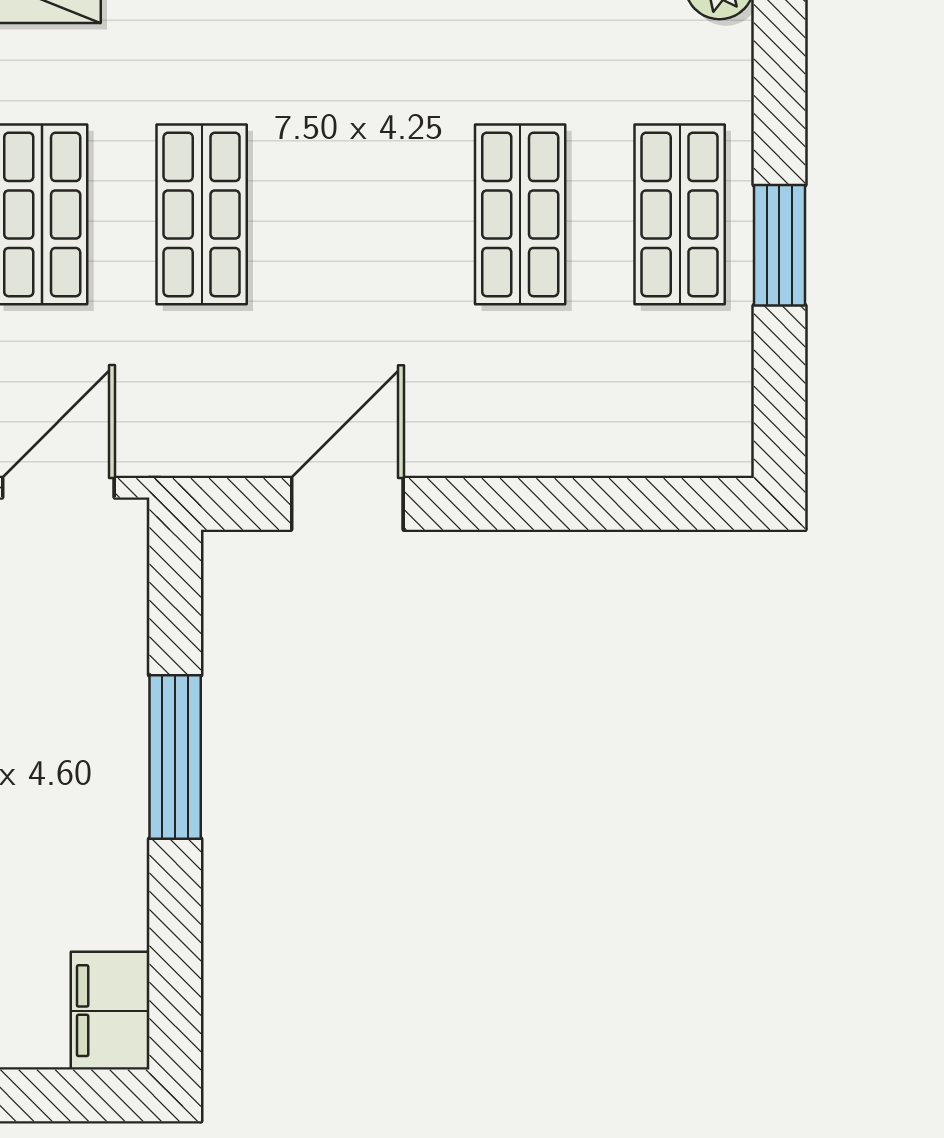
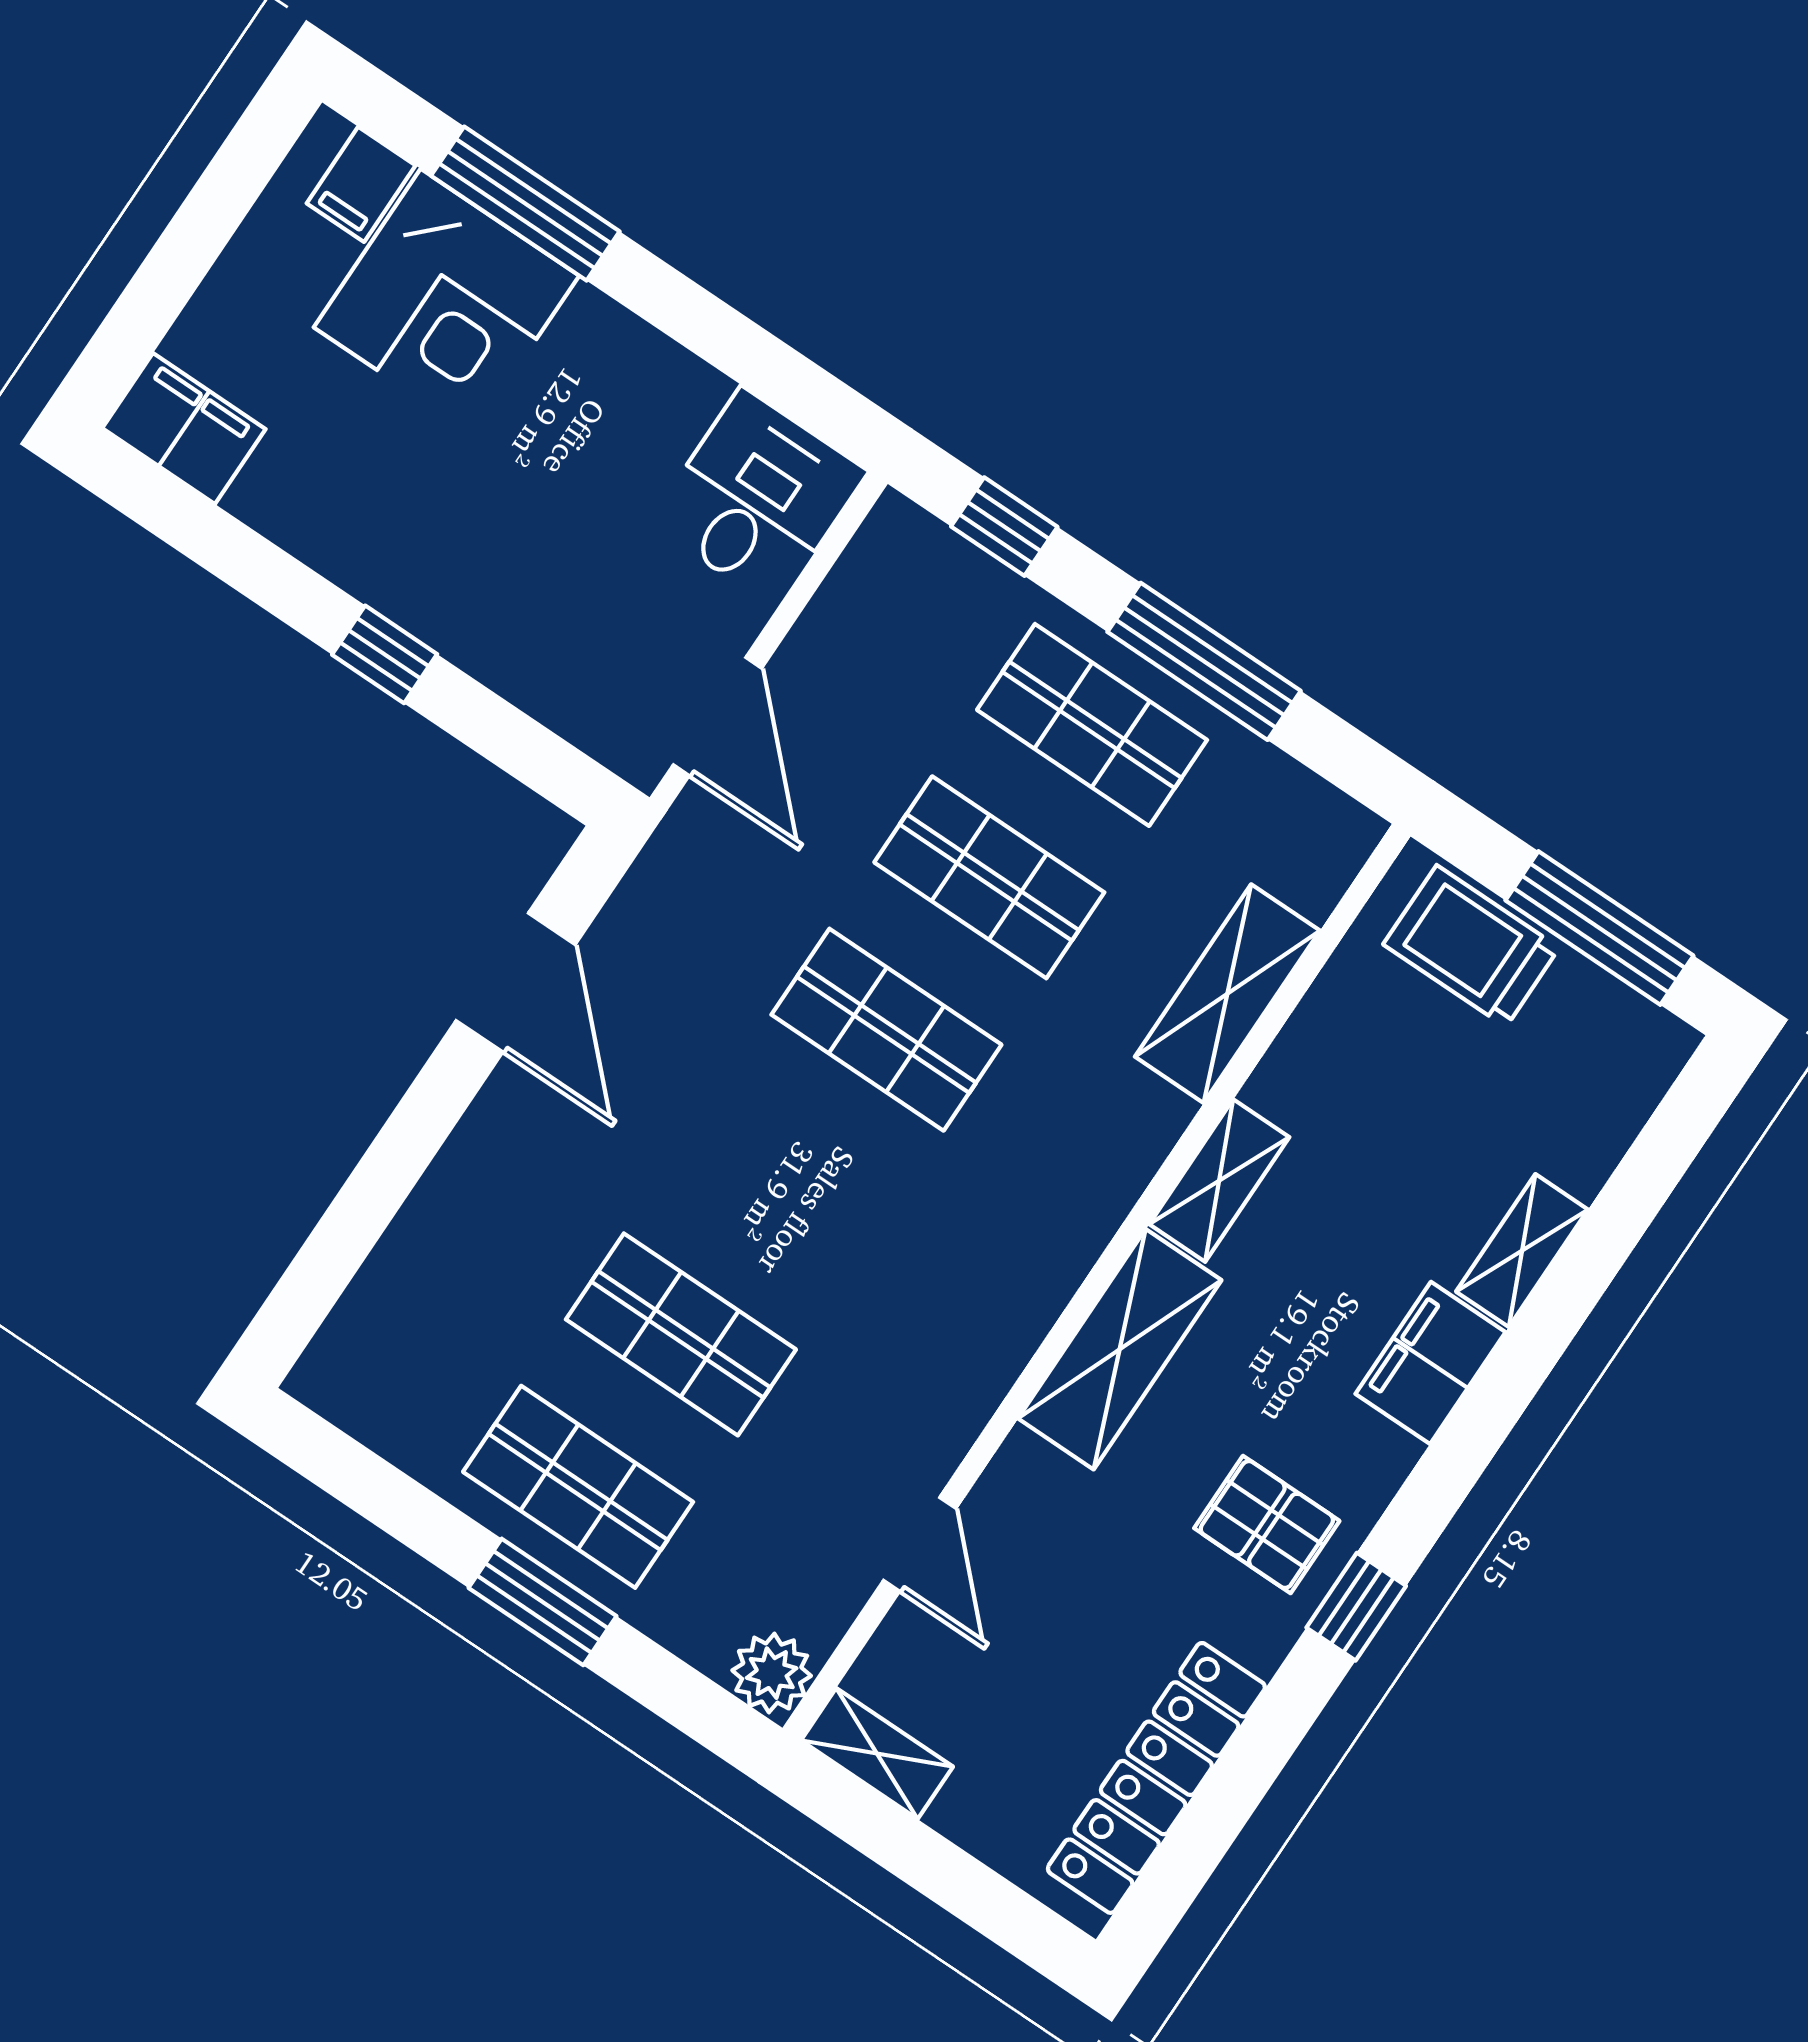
window: (779, 245) -> (542, 1602), moved
window: (175, 757) -> (385, 654), width x0.46

